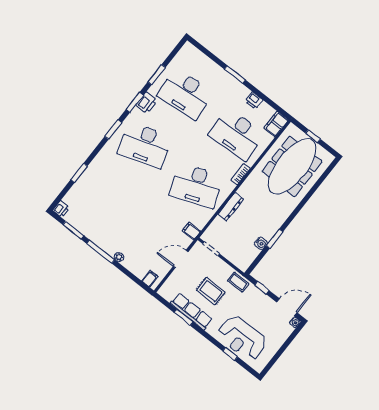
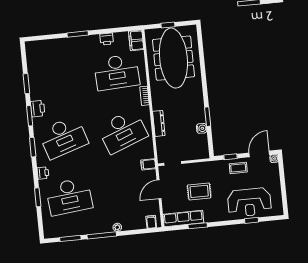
desk: (185, 94) -> (69, 197), moved
printer: (61, 209) -> (43, 173), moved
coffee table: (238, 282) -> (238, 168), moved
row of seats: (191, 311) -> (183, 219), moved

